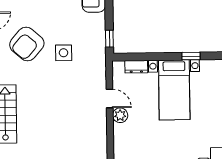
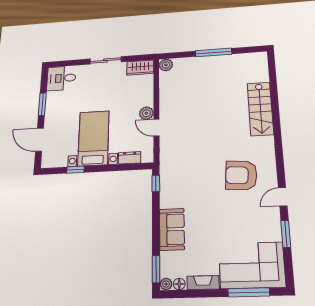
armchair: (27, 44) -> (241, 175), turned -127
side table: (64, 53) -> (203, 168), removed

